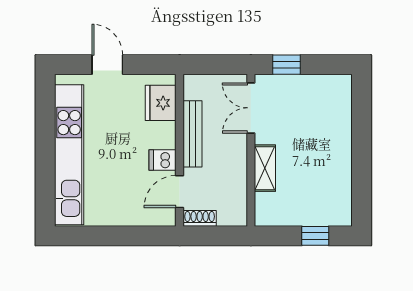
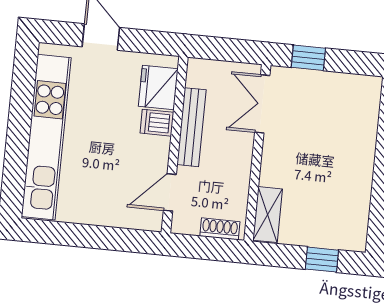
dishwasher: (163, 160) -> (157, 123), moved
shelving: (265, 168) -> (268, 215), moved
shoe rack: (200, 218) -> (220, 229), moved

